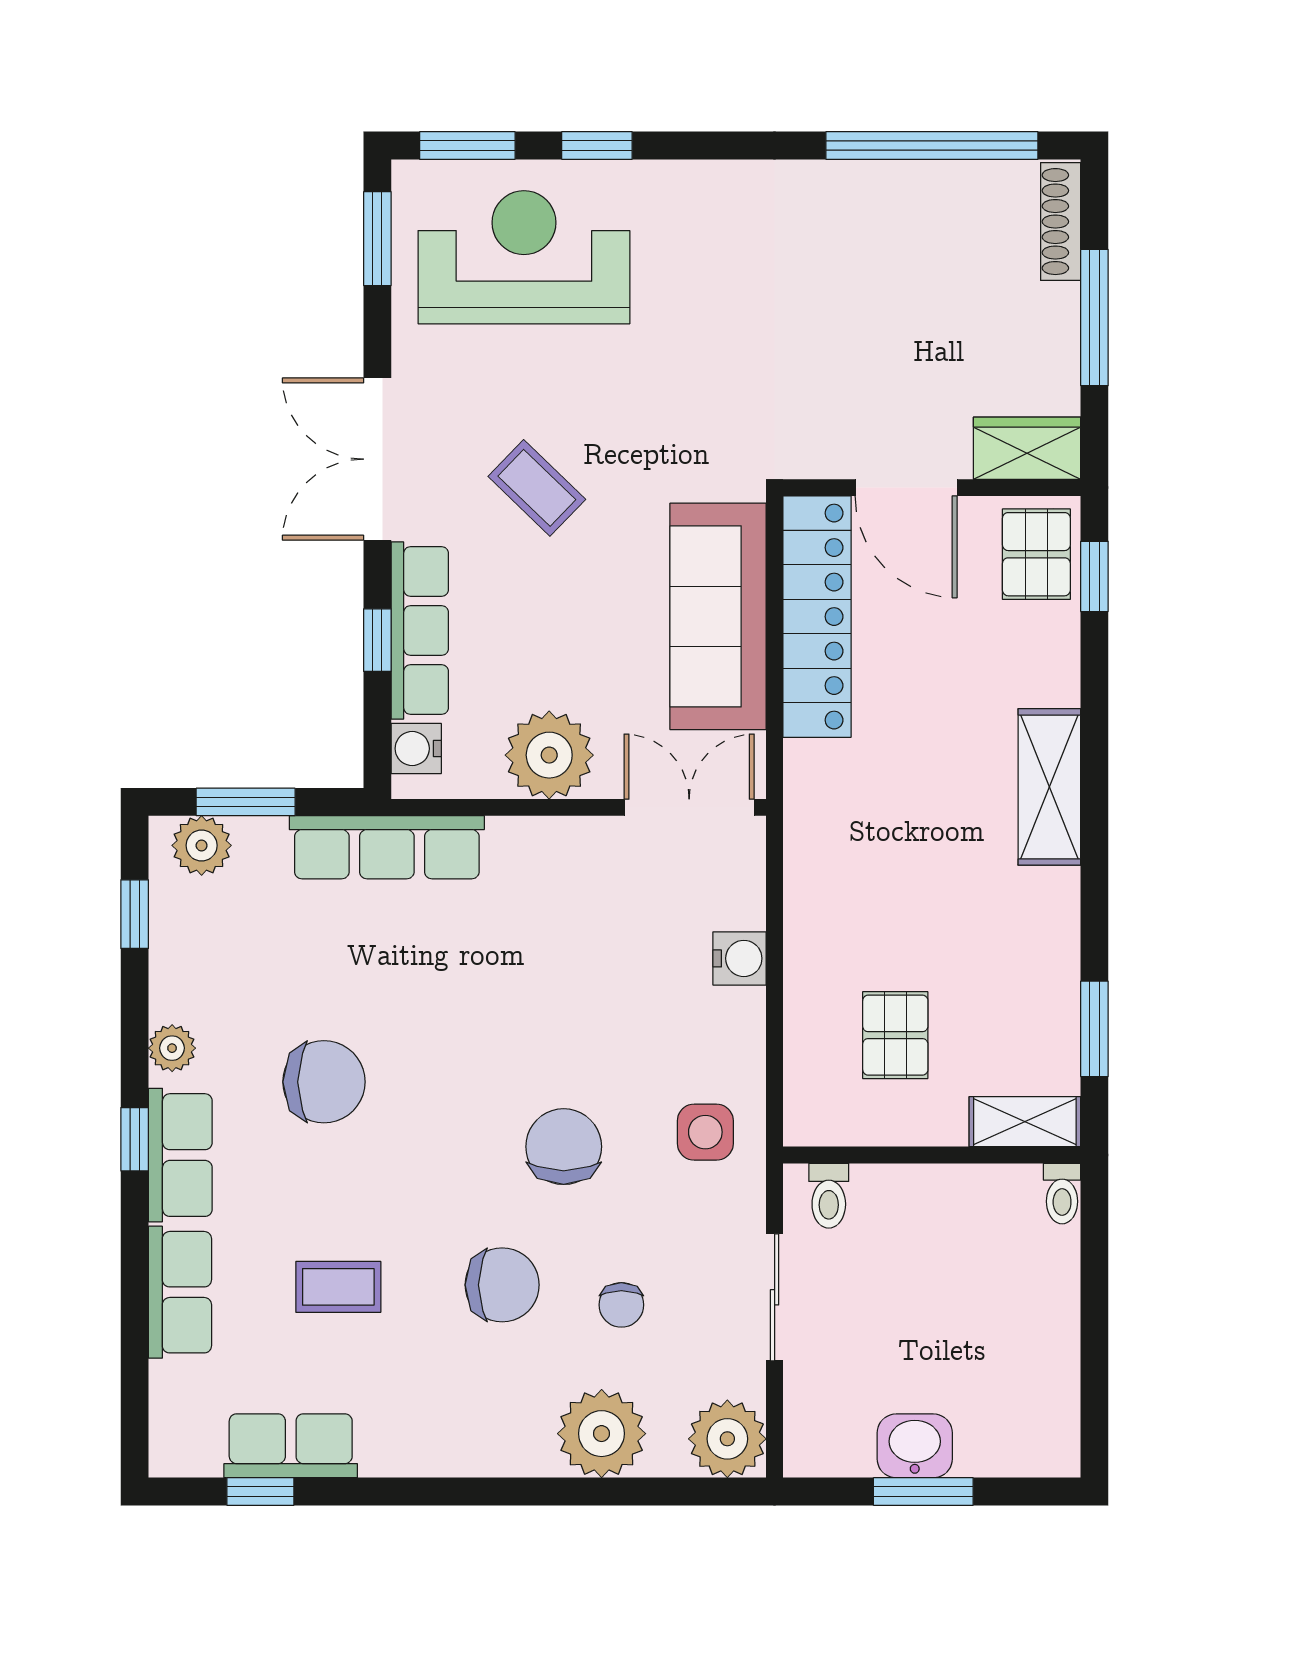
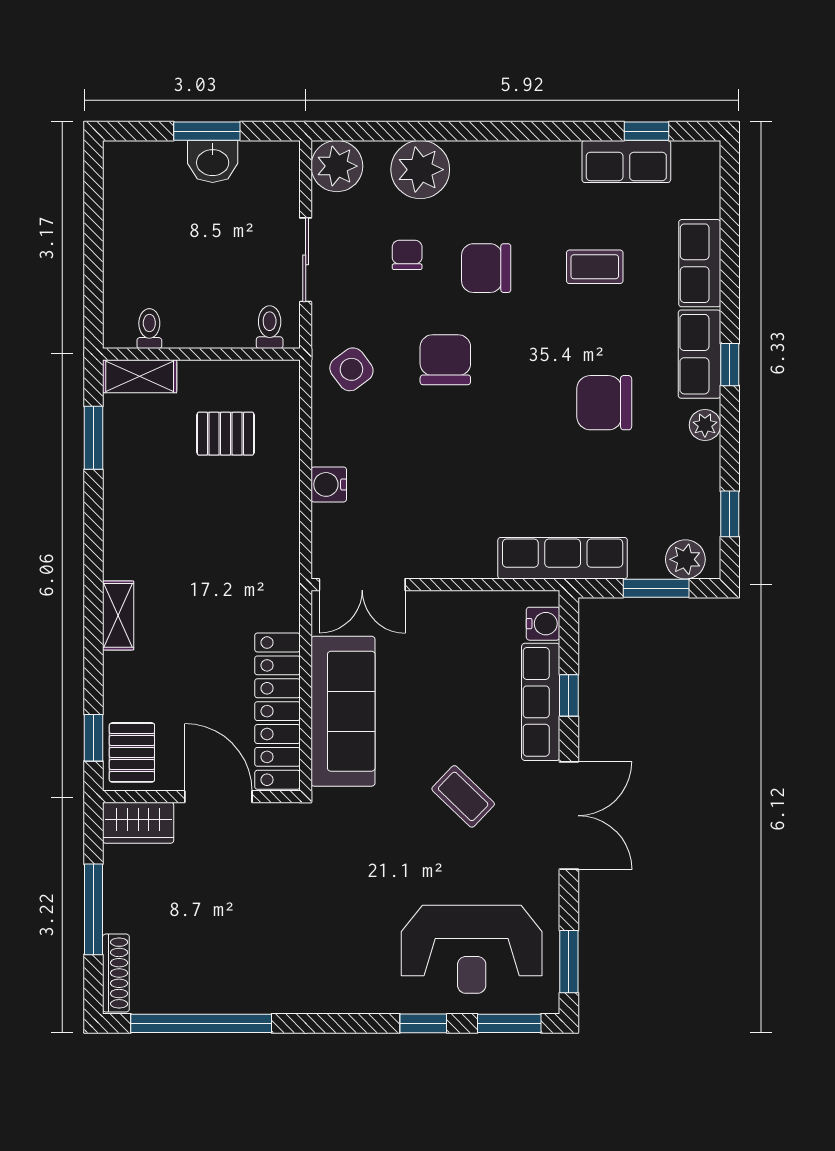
plant: (549, 755) -> (455, 619), removed
shelving: (1049, 787) -> (118, 615), width x0.67, depth x0.75
pallet: (895, 1035) -> (226, 434), turned 90
side table: (705, 1132) -> (351, 369), turned -37
chair: (564, 1147) -> (445, 360), turned 180
toilet: (1062, 1194) -> (149, 329), moved

